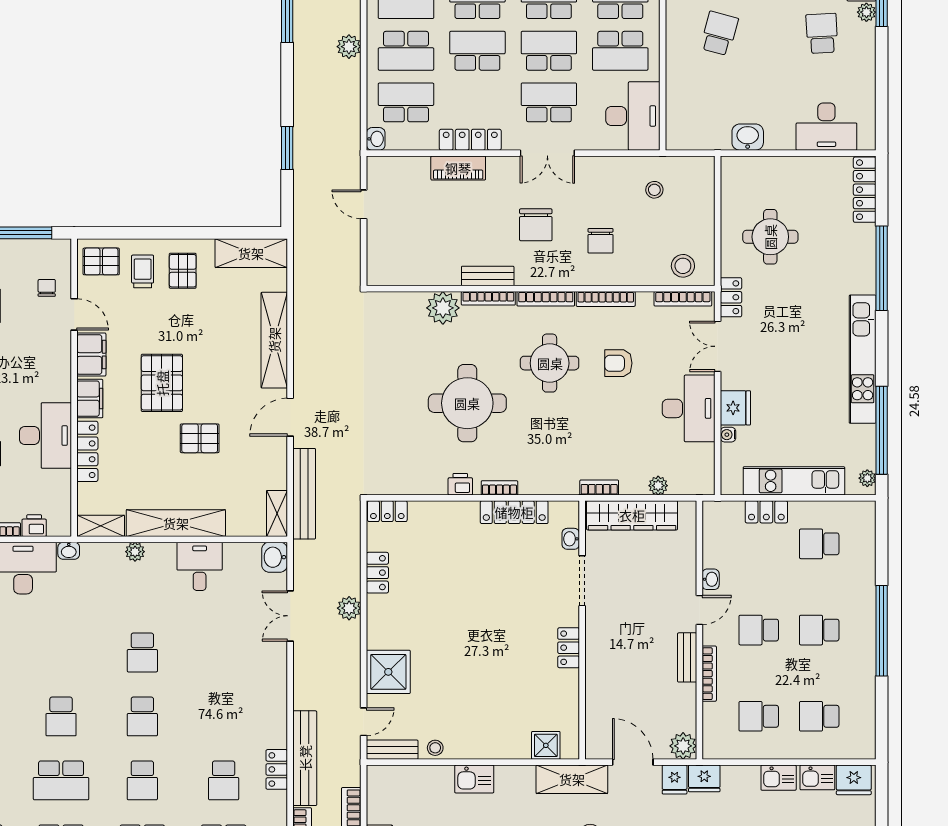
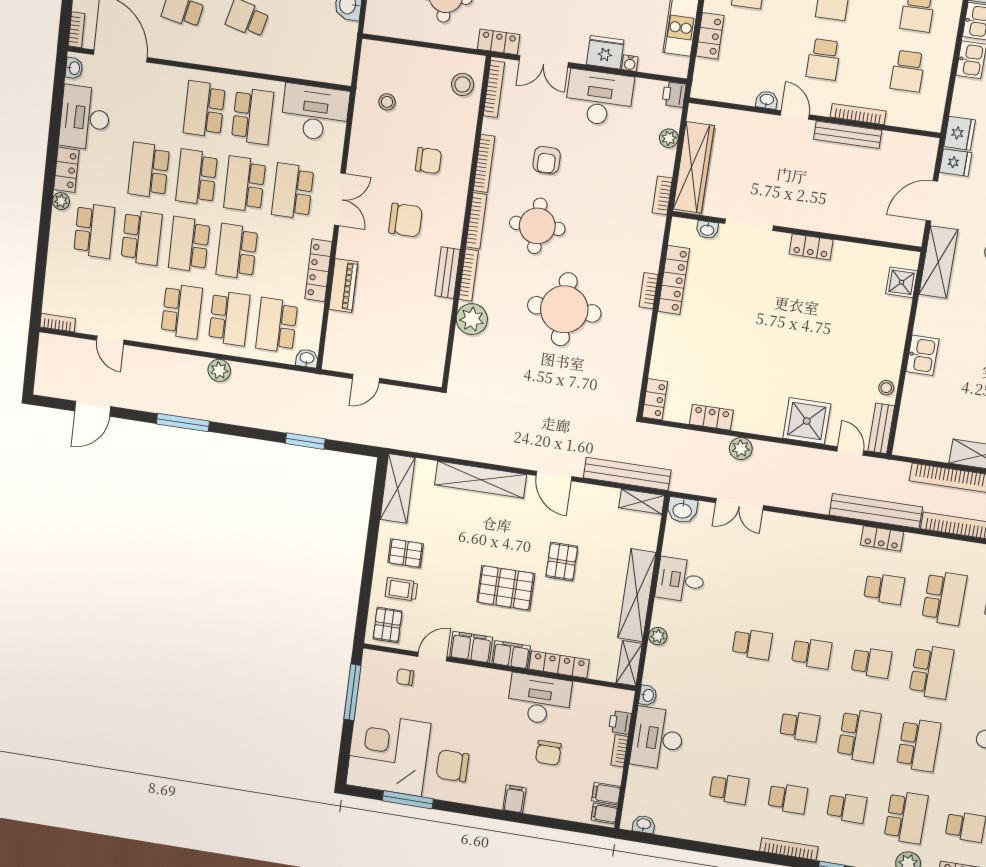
printer: (460, 484) -> (674, 94), moved
bench: (687, 657) -> (848, 135), width x1.36
plant: (683, 746) -> (924, 150), removed

